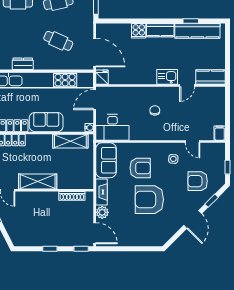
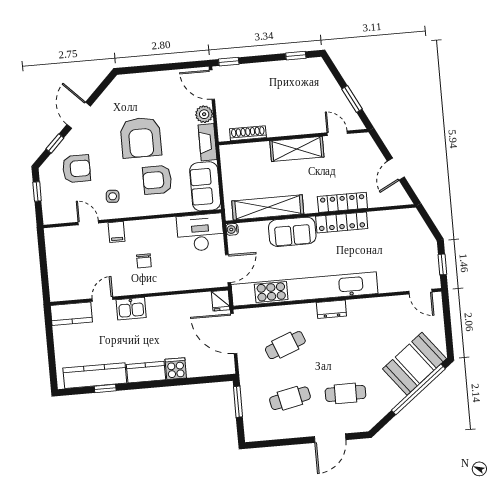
cafe table: (58, 41) -> (285, 345), turned -45
filing cabinet: (220, 133) -> (117, 232), moved
shelving: (70, 141) -> (268, 207), width x1.47
armchair: (149, 200) -> (141, 138), turned 90
window: (50, 249) -> (296, 56), moved

